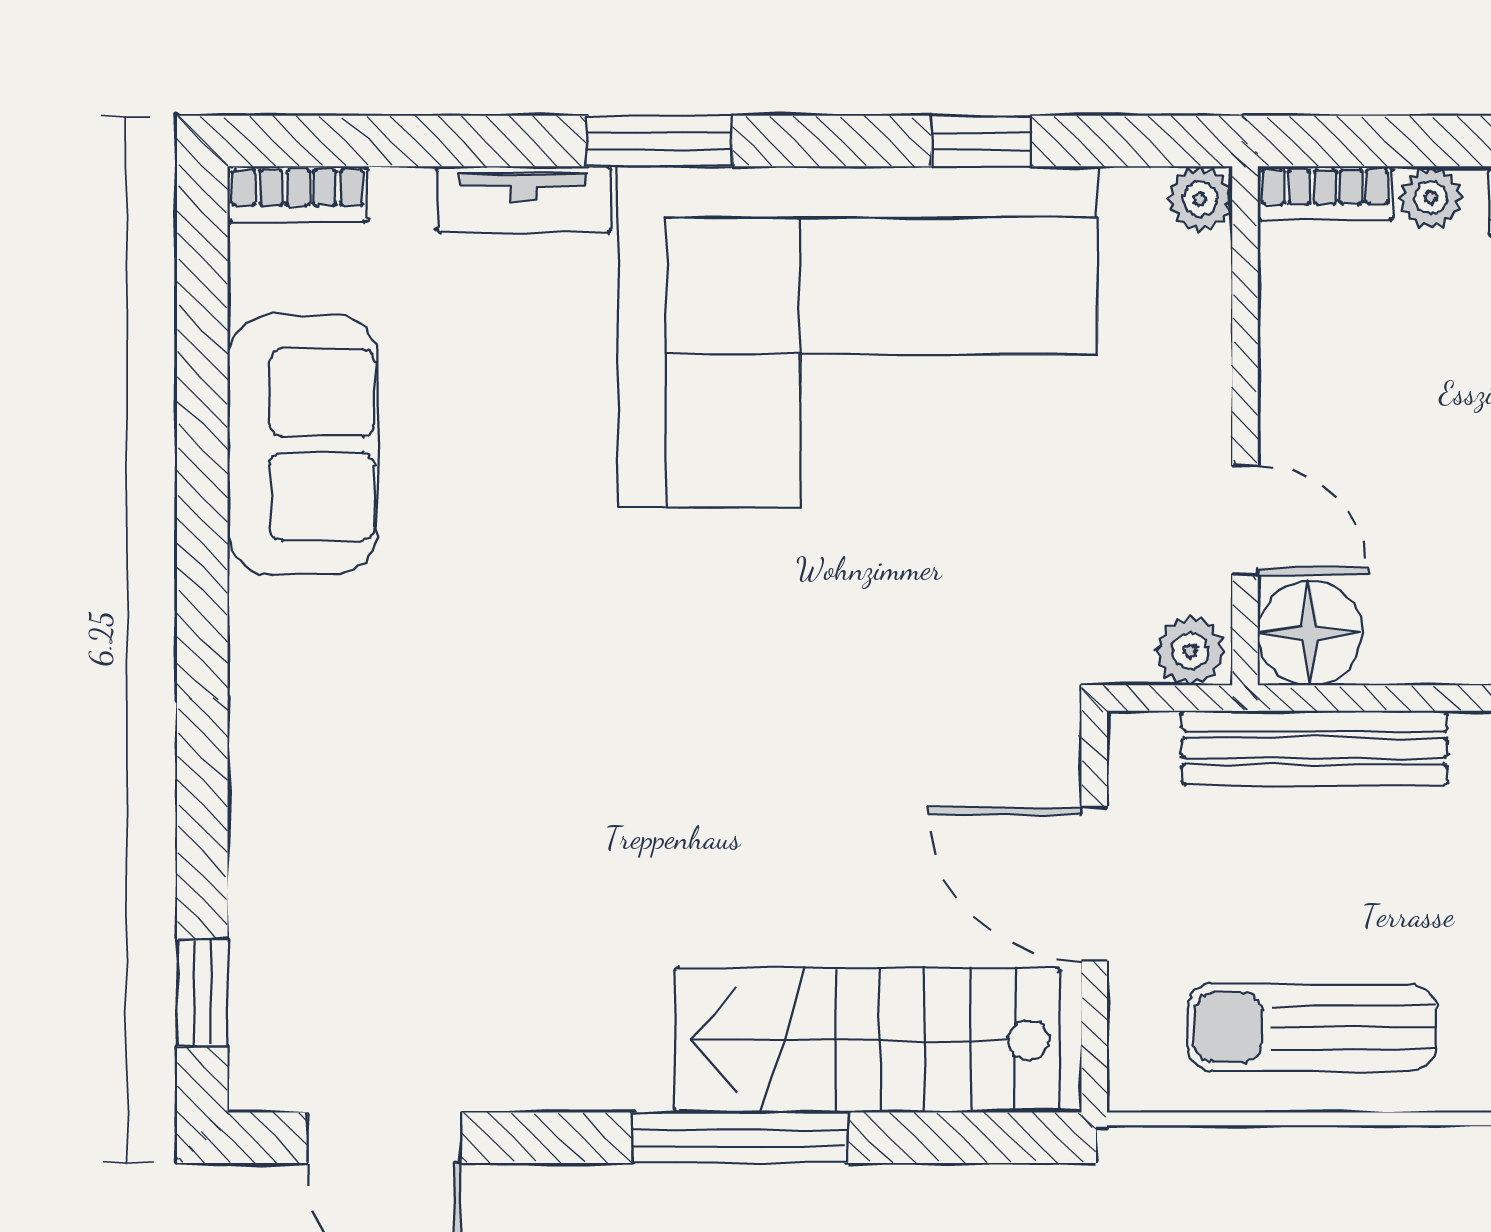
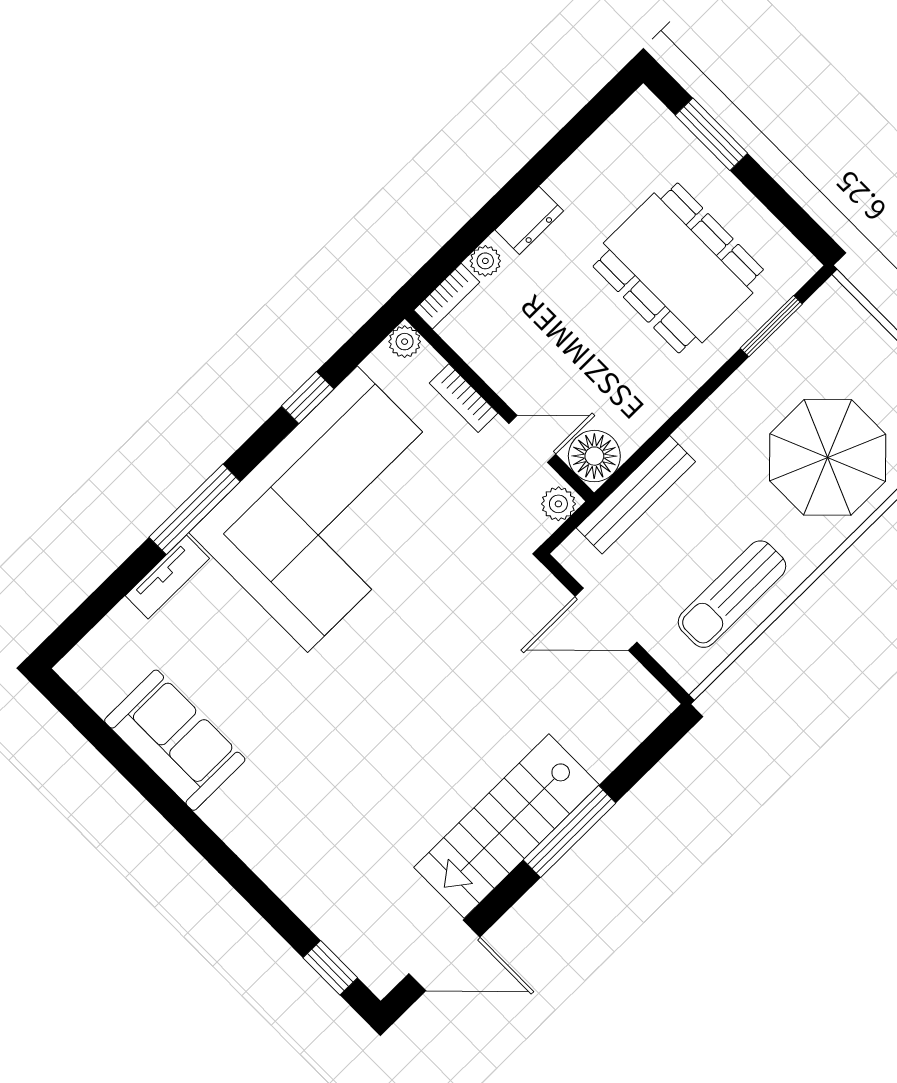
window: (659, 141) -> (195, 509), width x1.44
bookcase: (298, 194) -> (464, 398), moved, turned 90
stairs: (867, 1040) -> (507, 826), moved

